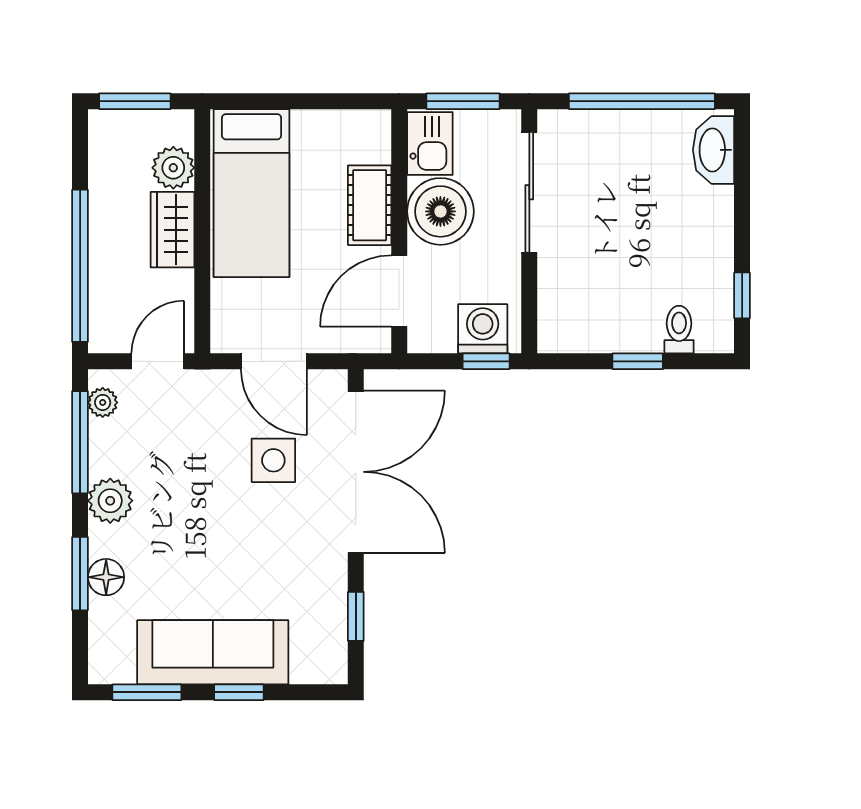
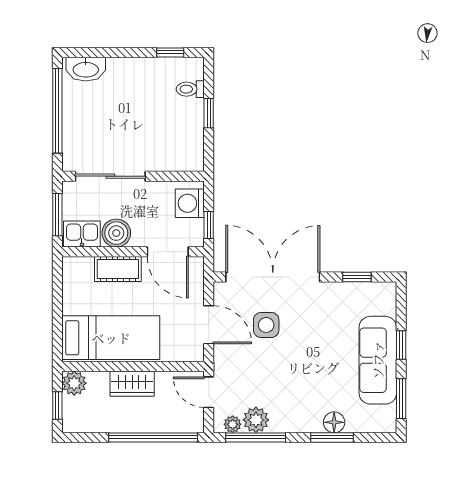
window: (135, 101) -> (57, 406), width x0.67
plant: (173, 168) -> (74, 383), moved
boiler: (440, 211) -> (116, 233), width x0.73, depth x0.73
door: (274, 361) -> (209, 325), hinge flipped
window: (486, 361) -> (209, 225), moved
plant: (110, 501) -> (256, 420), moved

